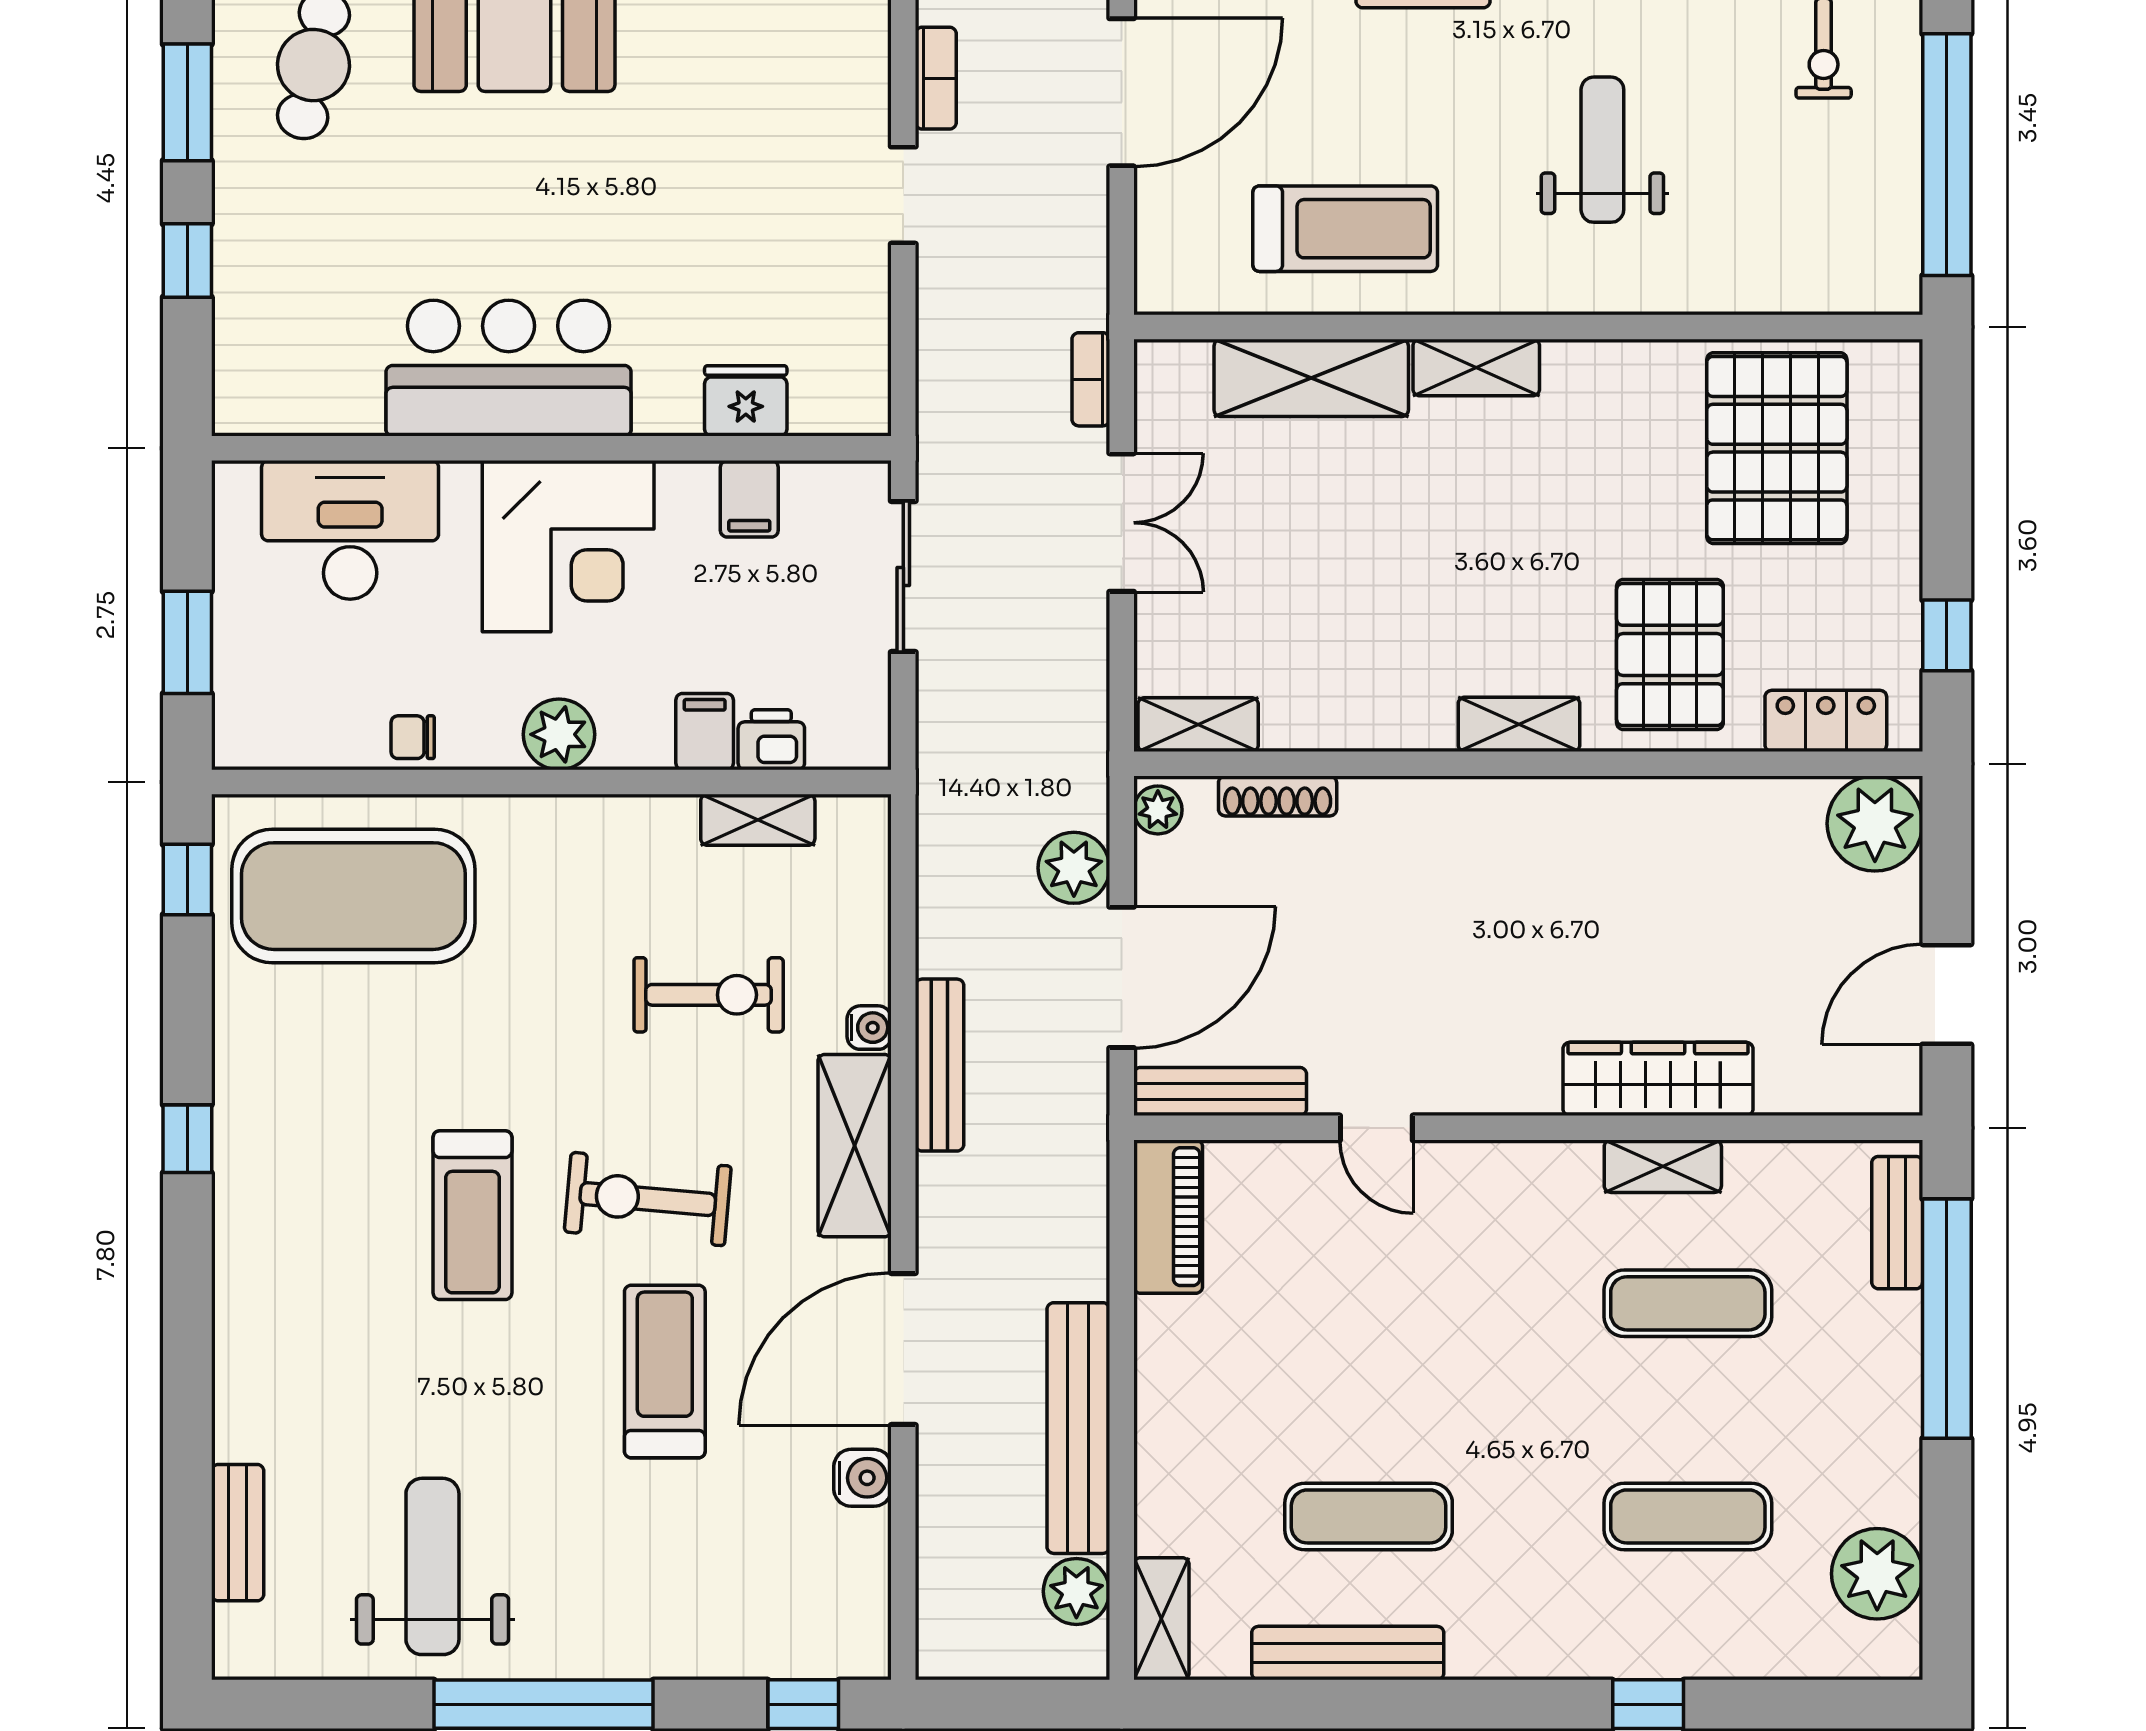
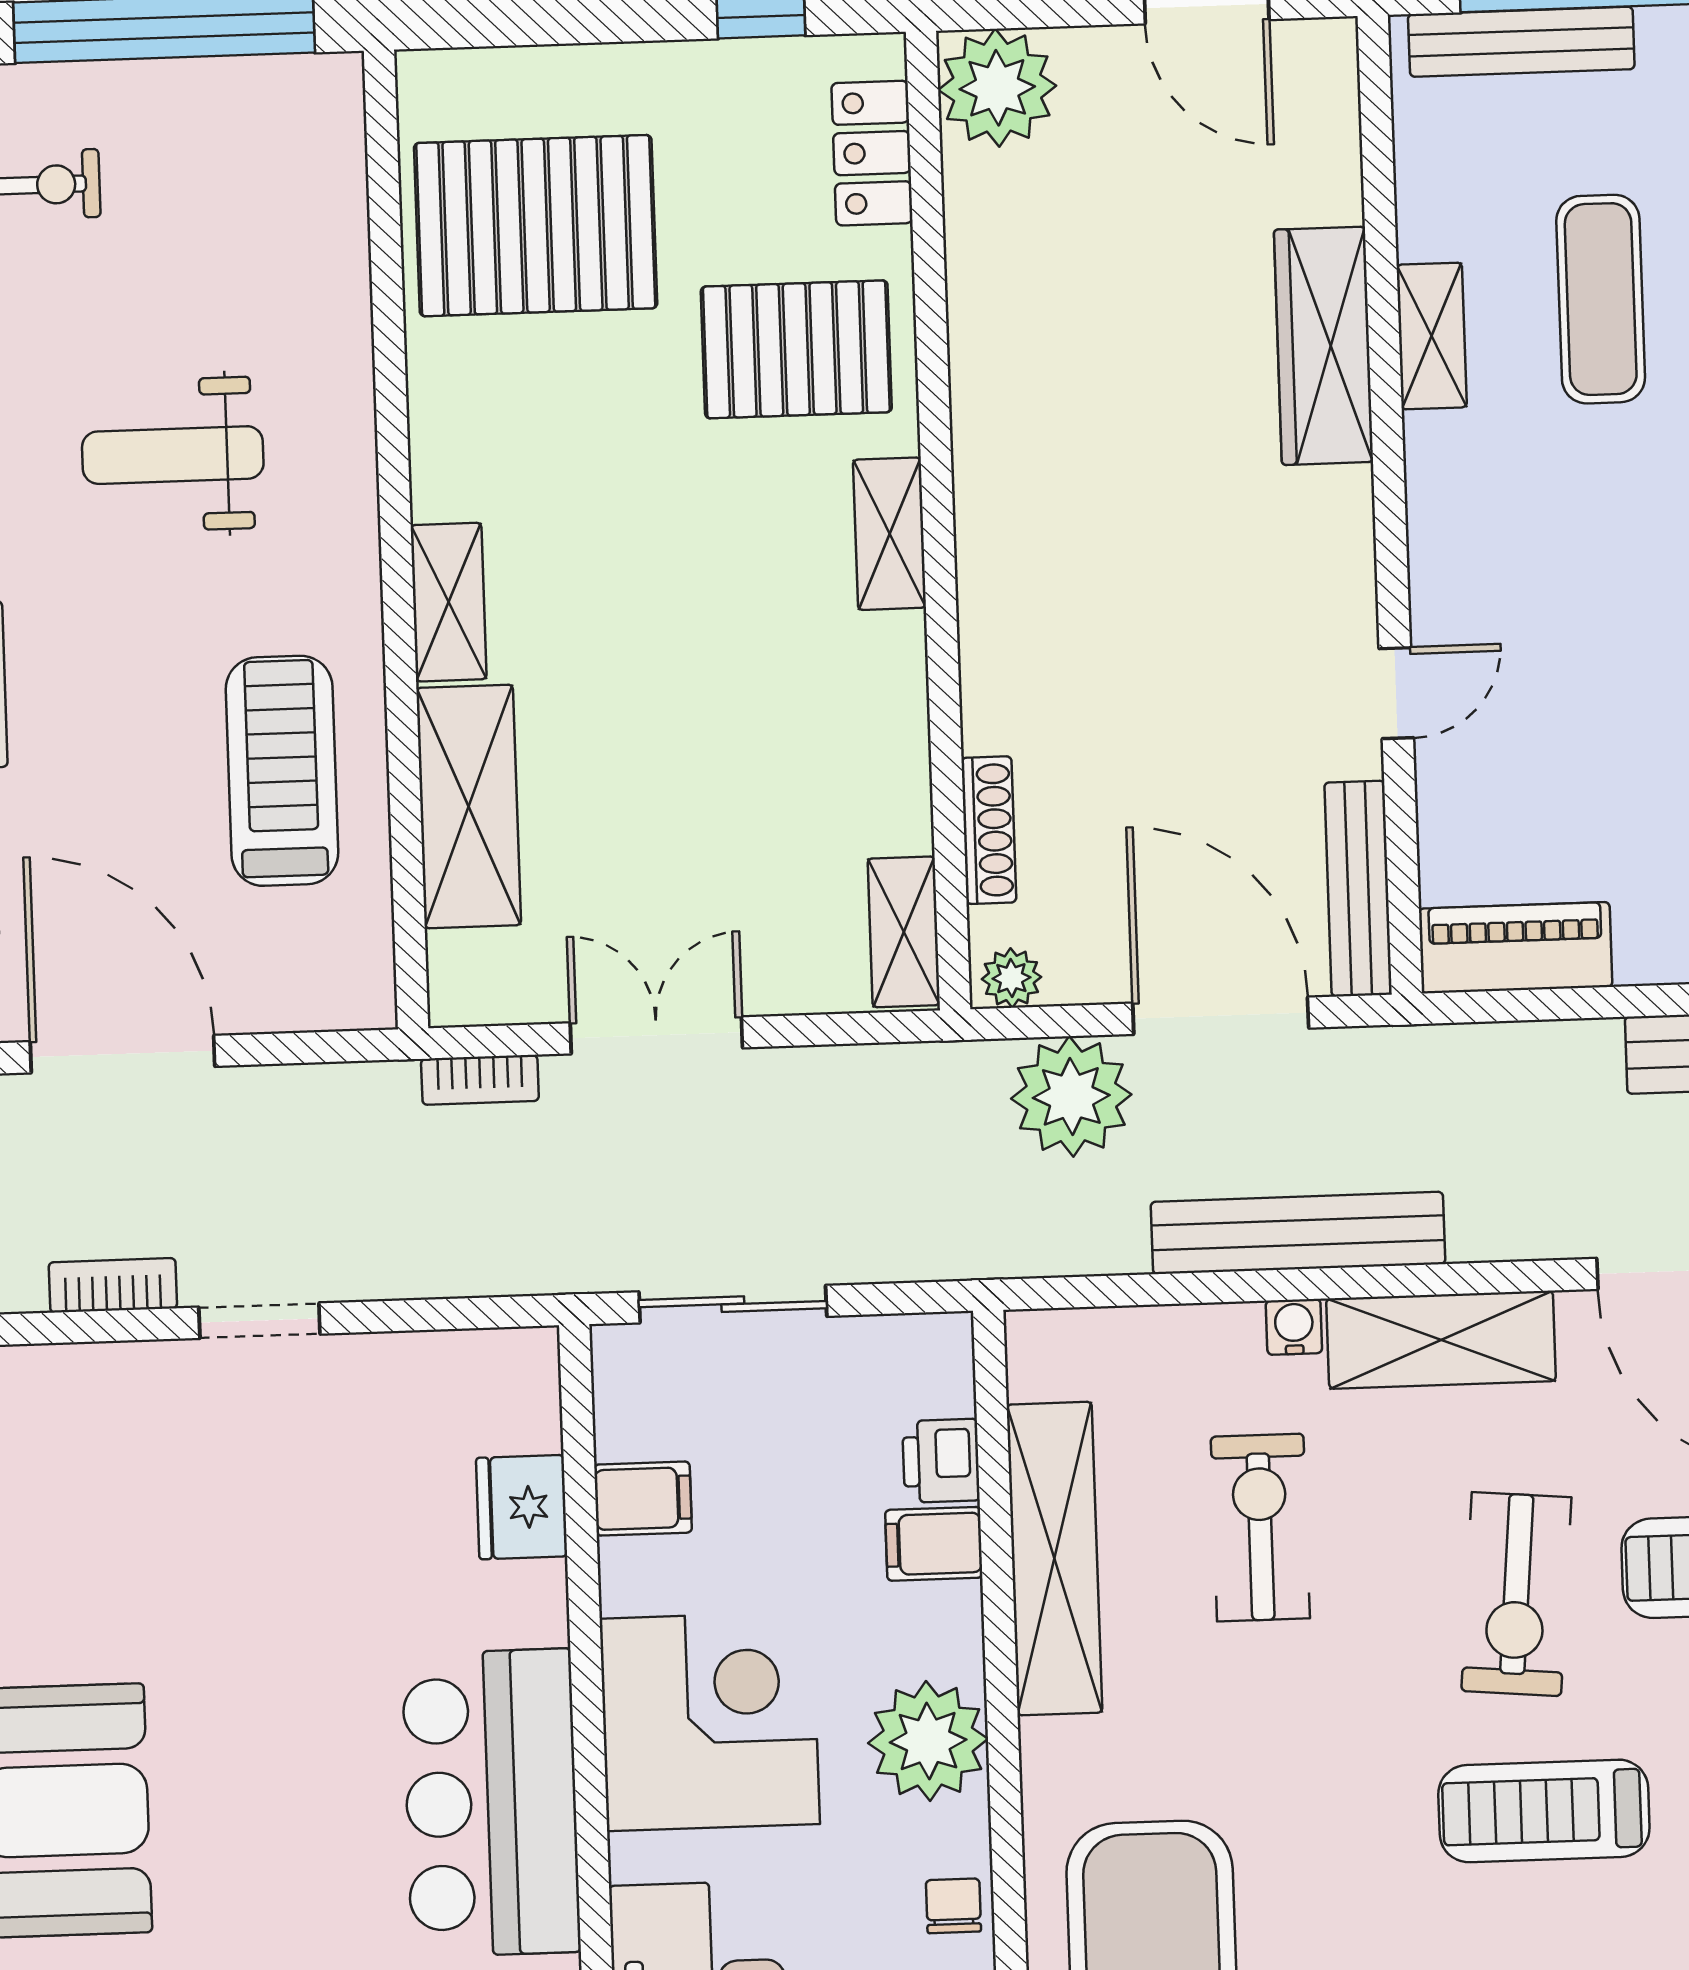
plant: (559, 734) -> (928, 1741), width x1.36, depth x1.36
chair: (413, 737) -> (953, 1906), turned 180
shelving: (758, 820) -> (1054, 1559), width x2.20, depth x1.33
plant: (1074, 868) -> (1071, 1096), width x1.36, depth x1.36
bench: (939, 1065) -> (1298, 1233), width x1.37, depth x1.21
treadmill: (472, 1215) -> (1544, 1811), turned 180
bench: (1897, 1223) -> (1521, 42), width x1.36

